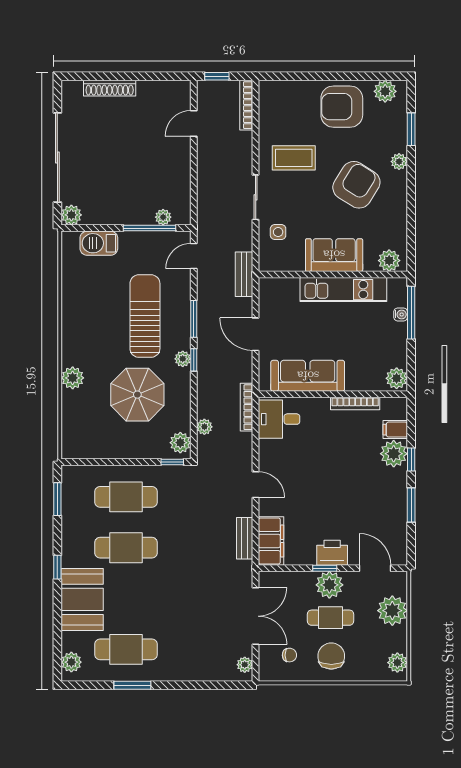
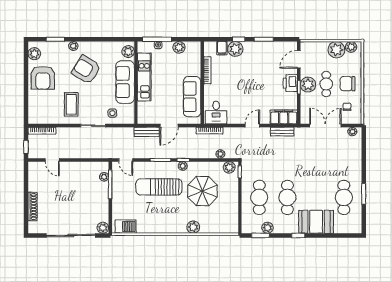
barbecue: (99, 243) -> (126, 227), moved, turned -90
sofa: (334, 255) -> (125, 82), width x1.36
bench: (244, 274) -> (147, 132), moved
plant: (397, 378) -> (179, 47), moved
plant: (392, 611) -> (336, 50), moved
plant: (71, 662) -> (267, 228), moved

